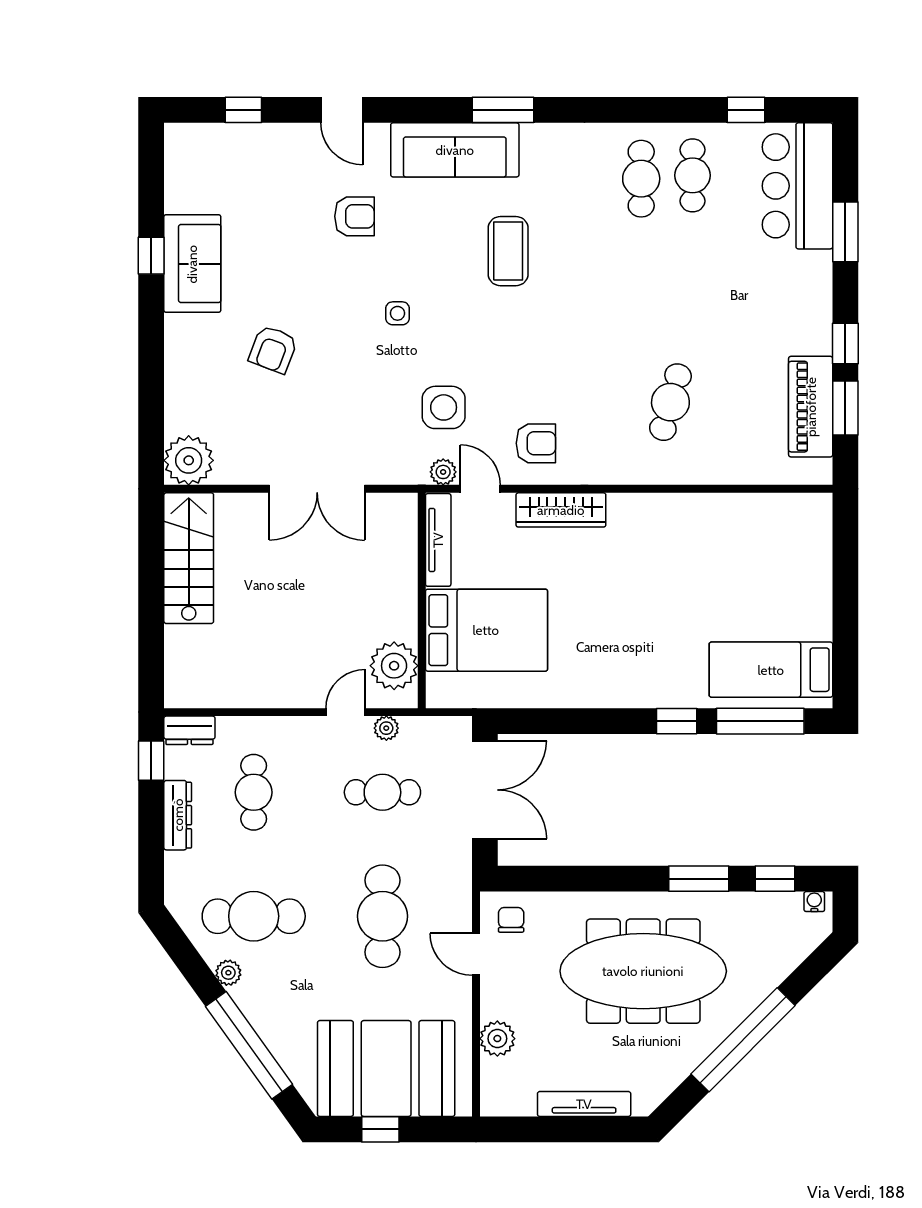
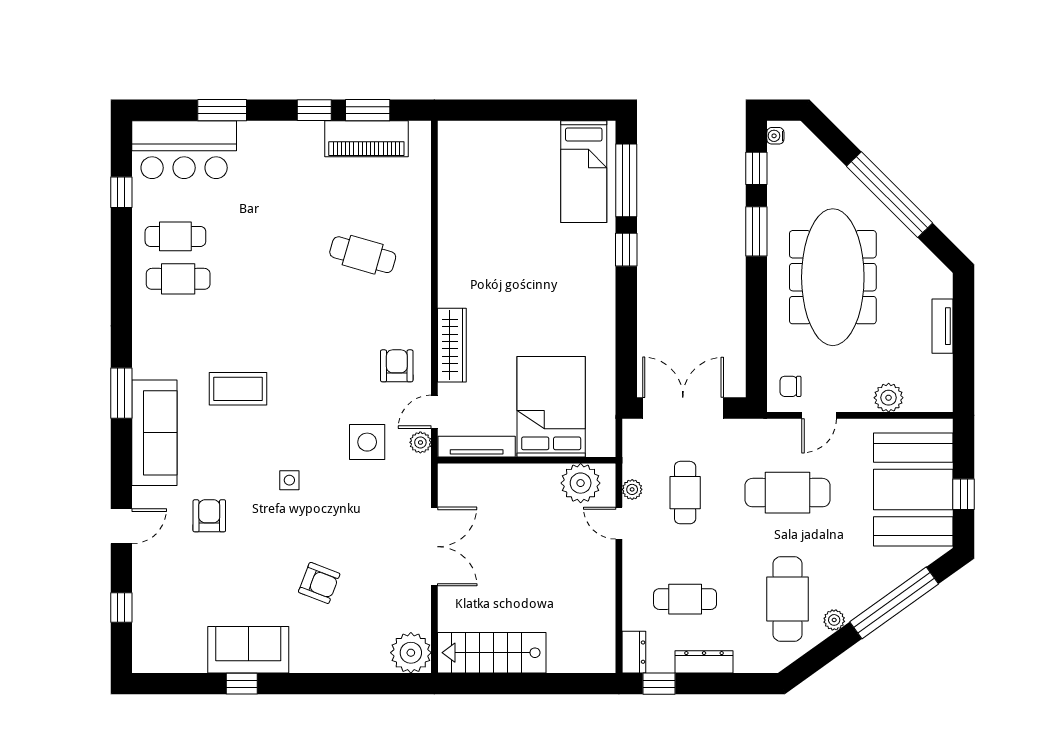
tv unit: (584, 1104) -> (943, 326), width x0.71

